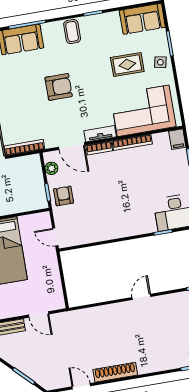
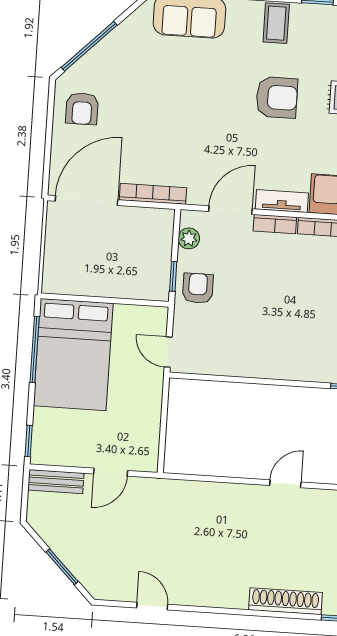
armchair: (59, 87) -> (277, 97), moved
door: (72, 146) -> (230, 210), swing flipped
door: (39, 314) -> (111, 472), hinge flipped
shoe rack: (115, 372) -> (285, 601), moved

